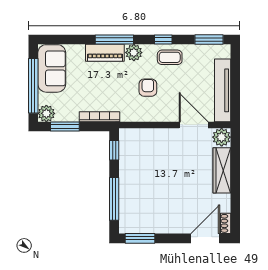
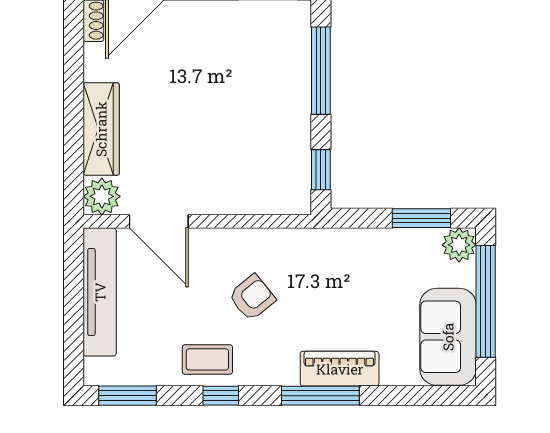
plant: (134, 53) -> (281, 369), removed
armchair: (148, 88) -> (252, 298), turned -129
bookcase: (99, 117) -> (351, 238), removed

